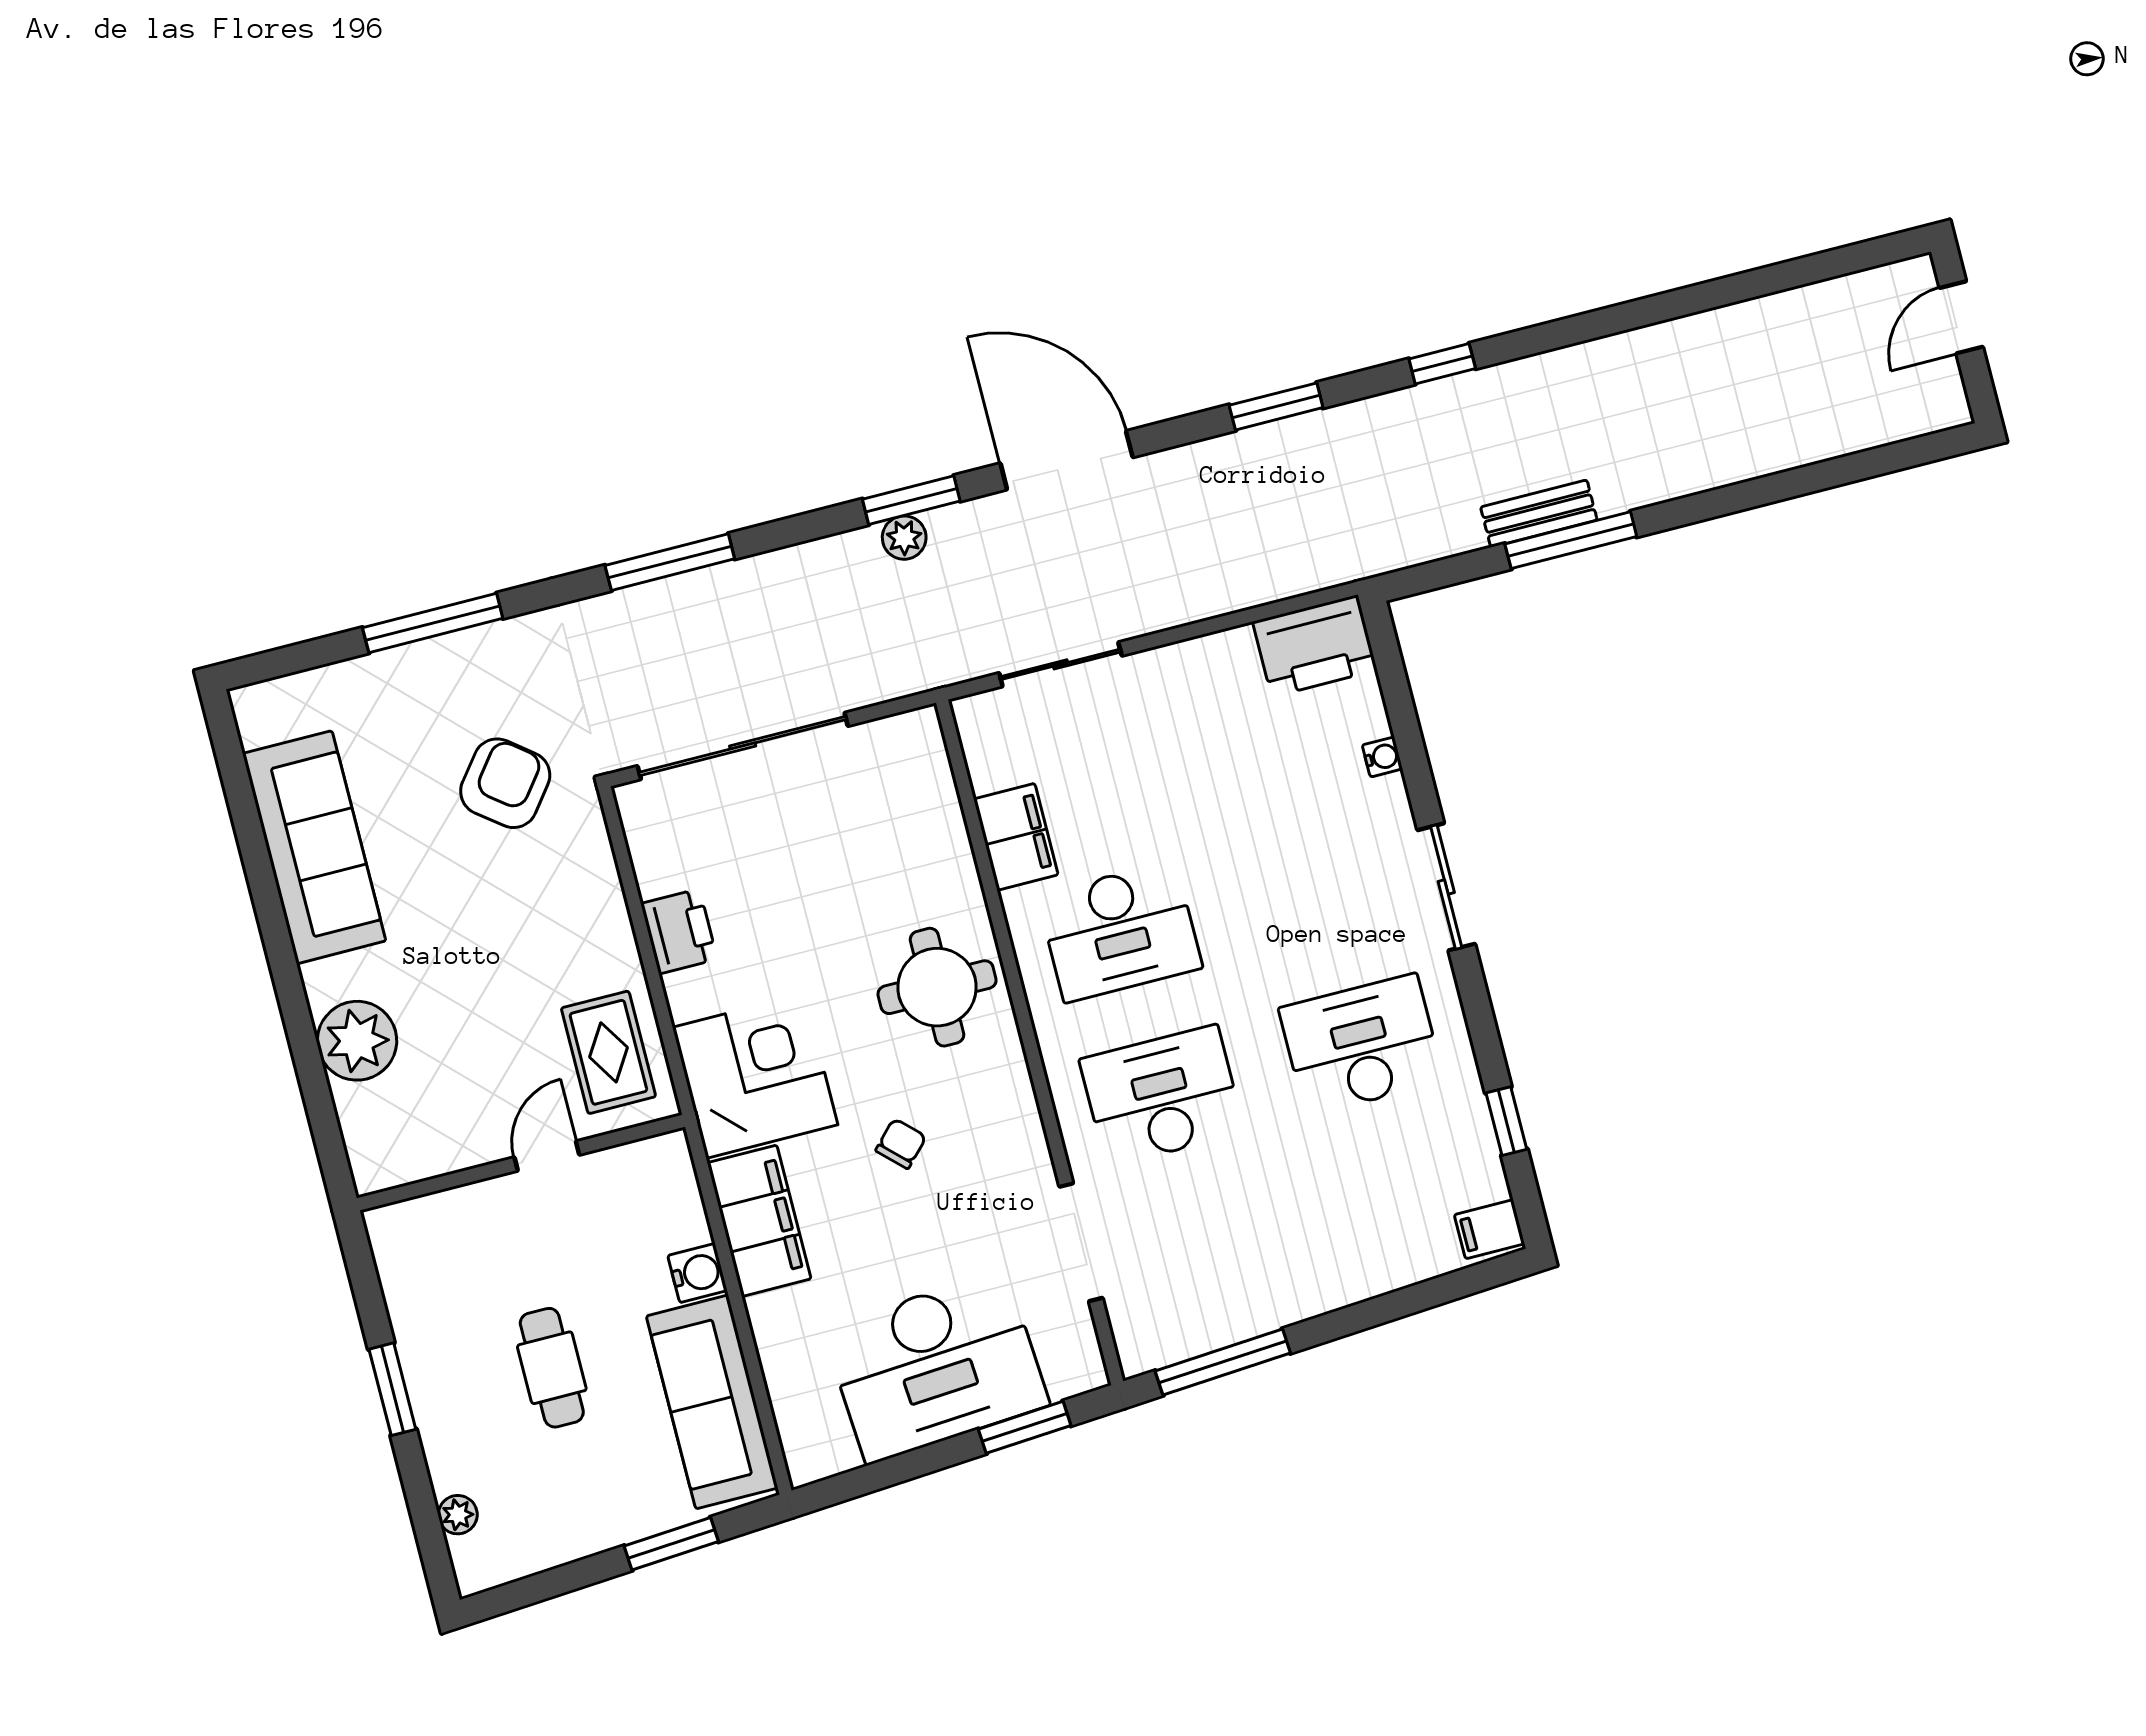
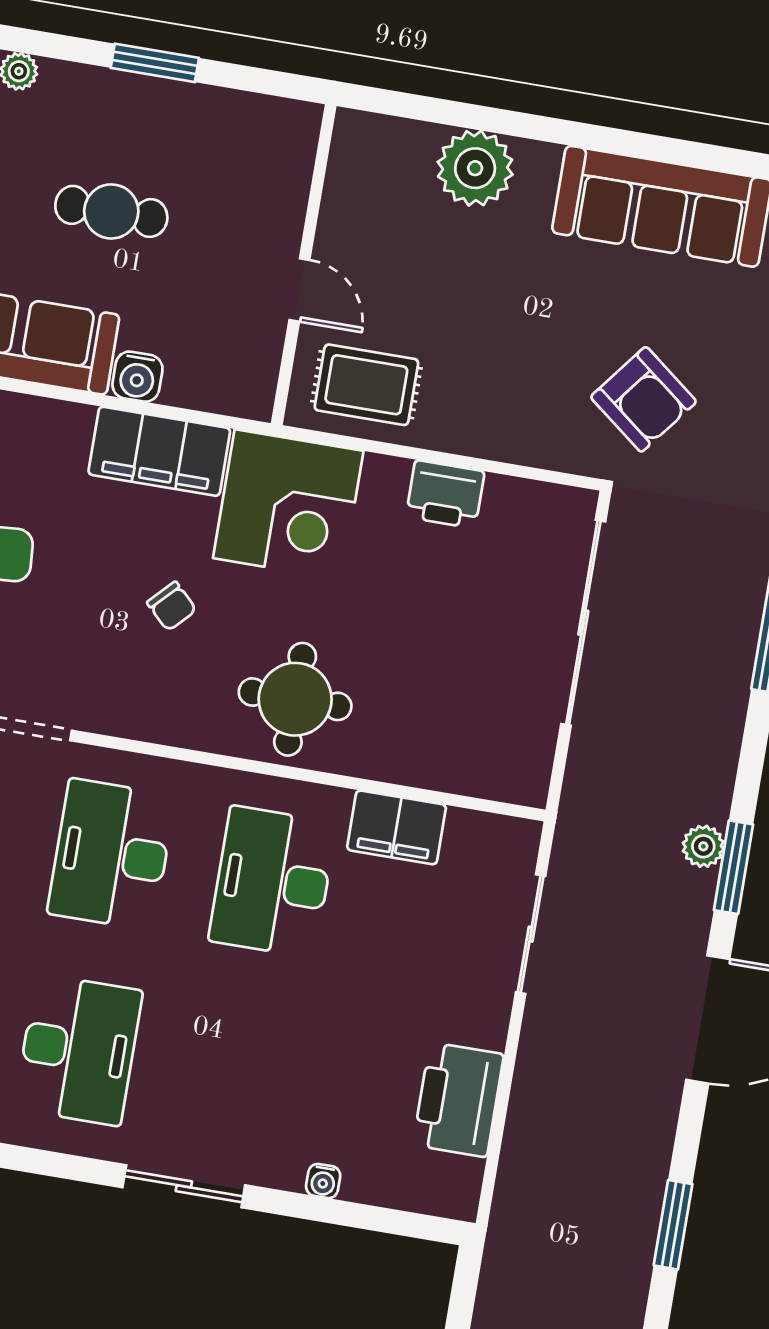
printer: (1315, 646) -> (458, 1100), moved
desk: (1162, 1096) -> (111, 854), turned 180

